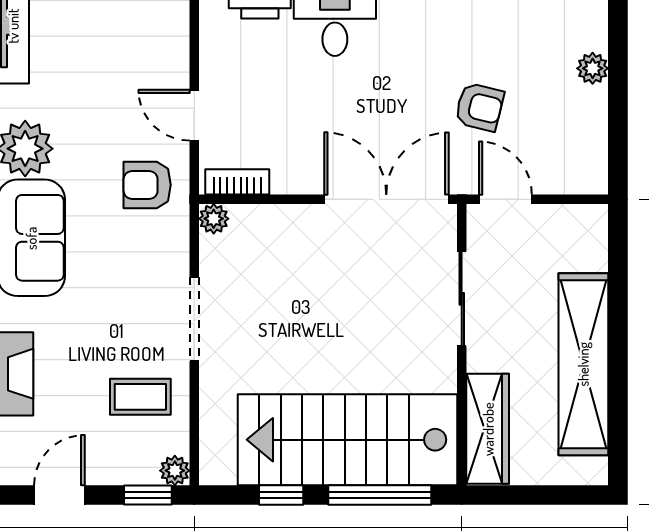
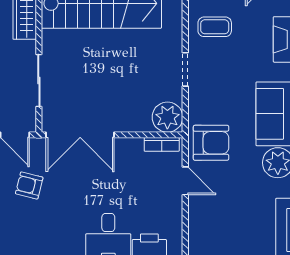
armchair: (147, 185) -> (211, 143), width x1.38, depth x1.38
plant: (214, 219) -> (167, 117), width x1.88, depth x1.88
doorway: (194, 319) -> (185, 69), width x0.73

